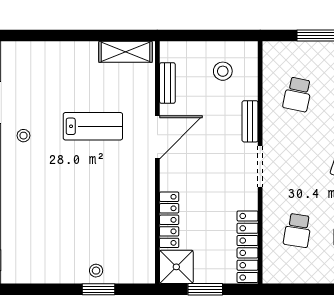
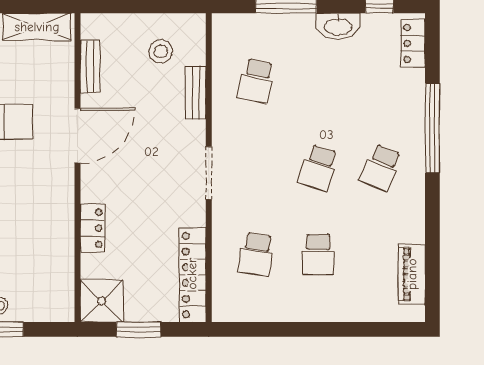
bench: (250, 121) -> (196, 93), moved
locker: (169, 220) -> (92, 228), width x0.66

